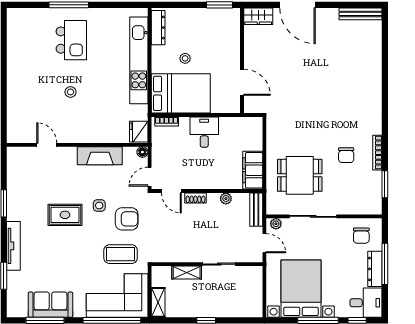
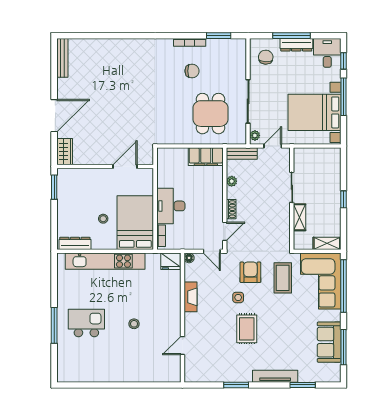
desk: (204, 132) -> (171, 206), width x1.37
fireplace: (100, 156) -> (190, 297), width x0.73, depth x0.76
chair: (361, 236) -> (266, 57), turned -88

